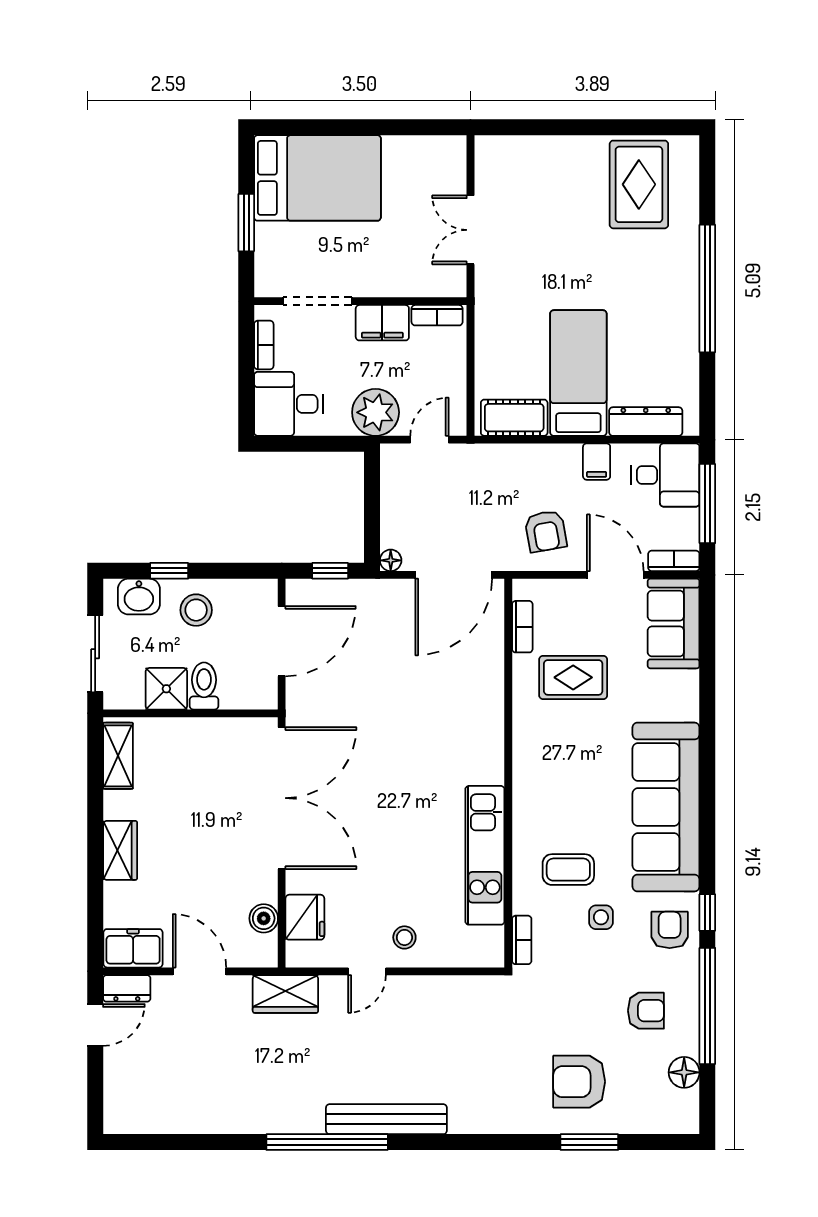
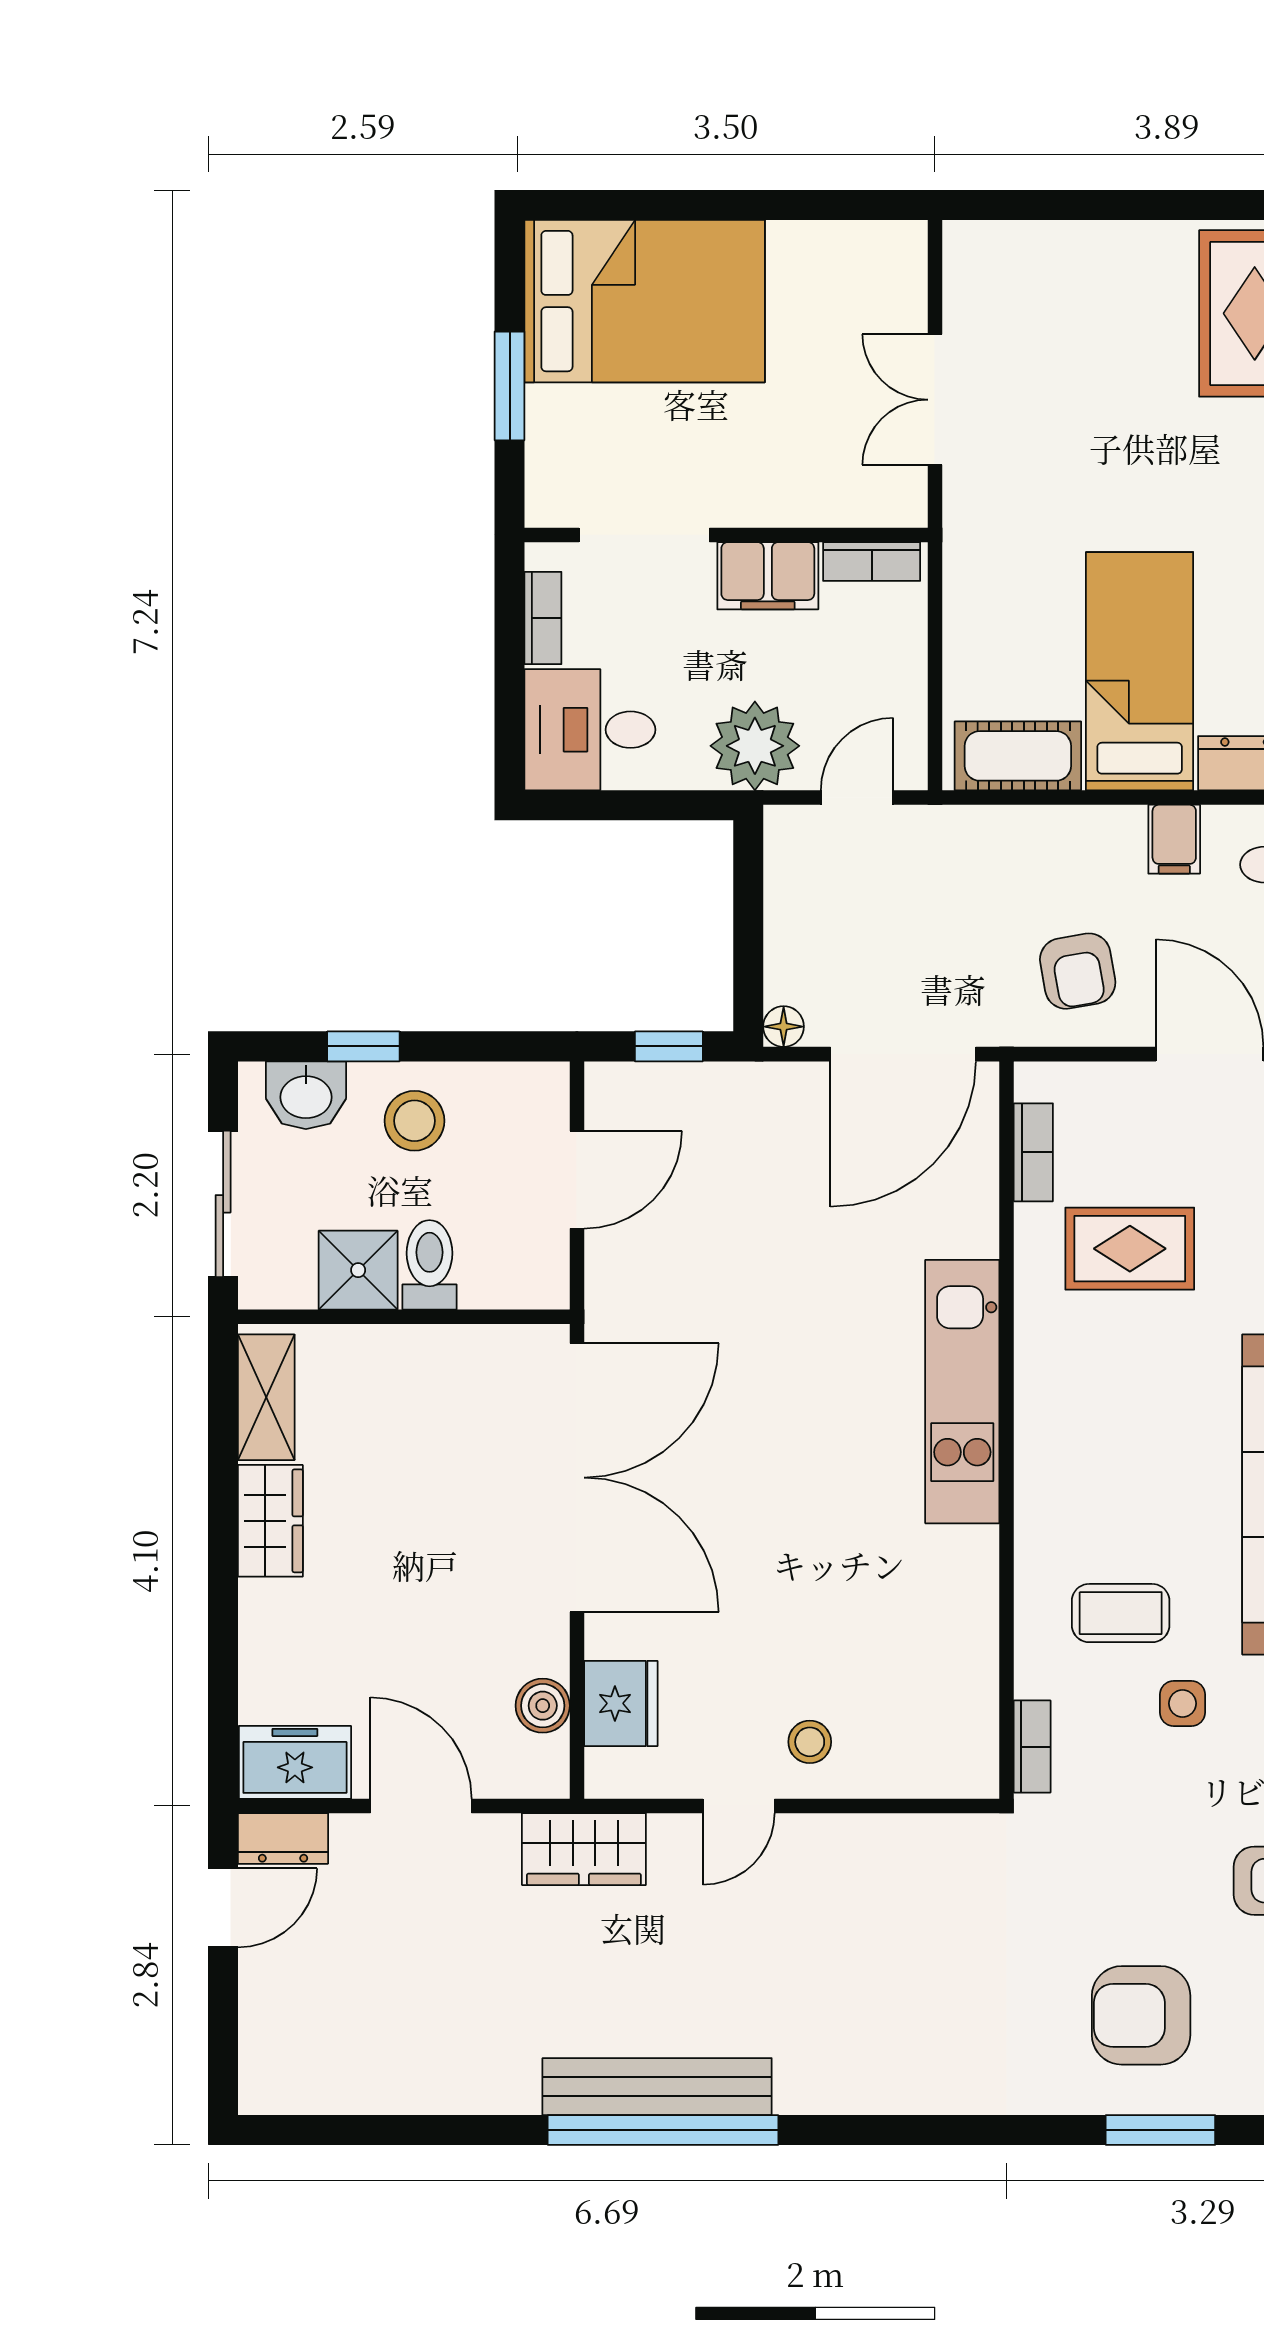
door: (282, 641) -> (577, 1180), width x0.73
wardrobe: (120, 850) -> (270, 1521), moved
kitchen unit: (485, 855) -> (962, 1392), moved
bench: (386, 1119) -> (657, 2087), moved

